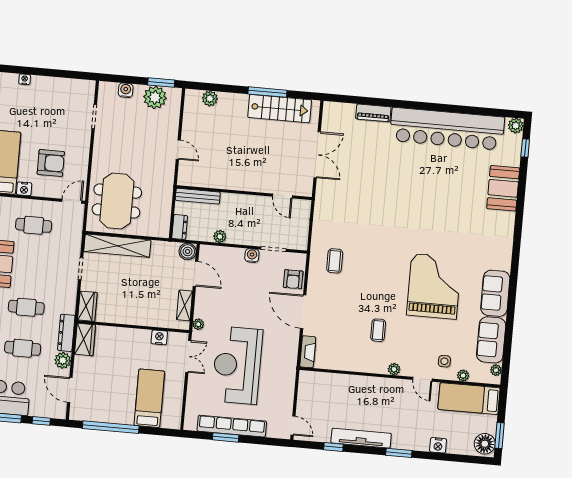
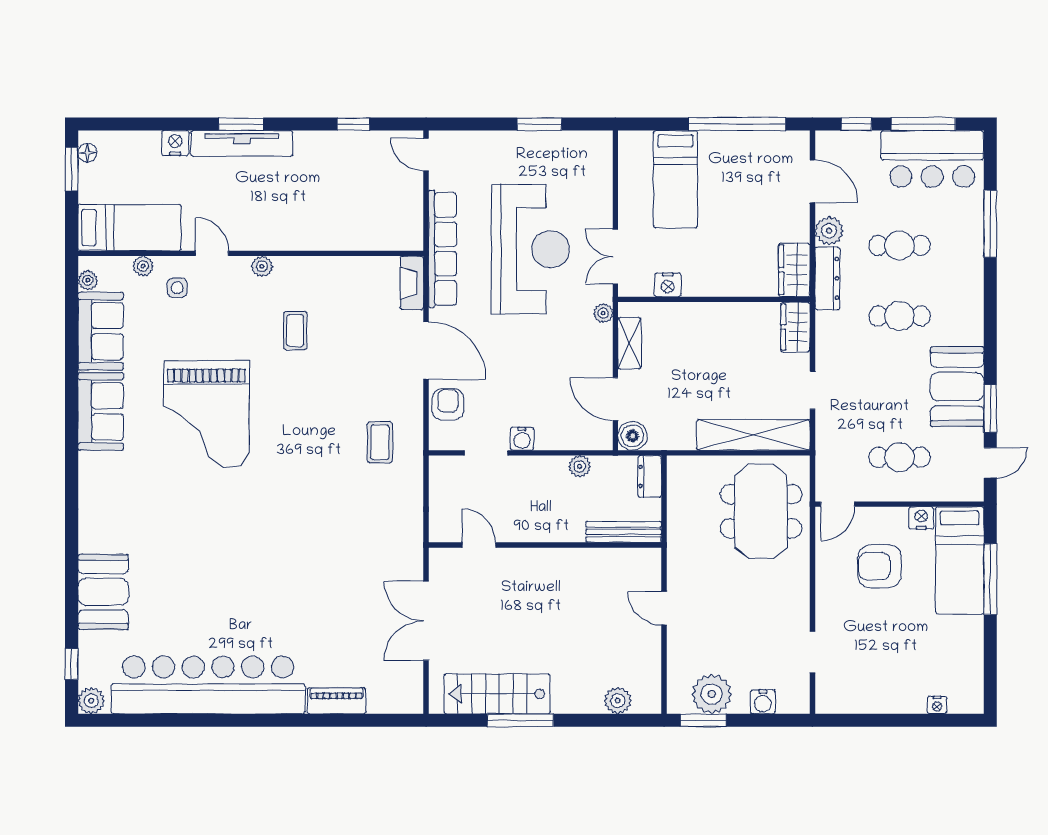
row of seats: (232, 426) -> (443, 249), moved, turned -90
tv unit: (361, 438) -> (242, 144), moved
floor lamp: (485, 444) -> (87, 153), width x0.53, depth x0.53

